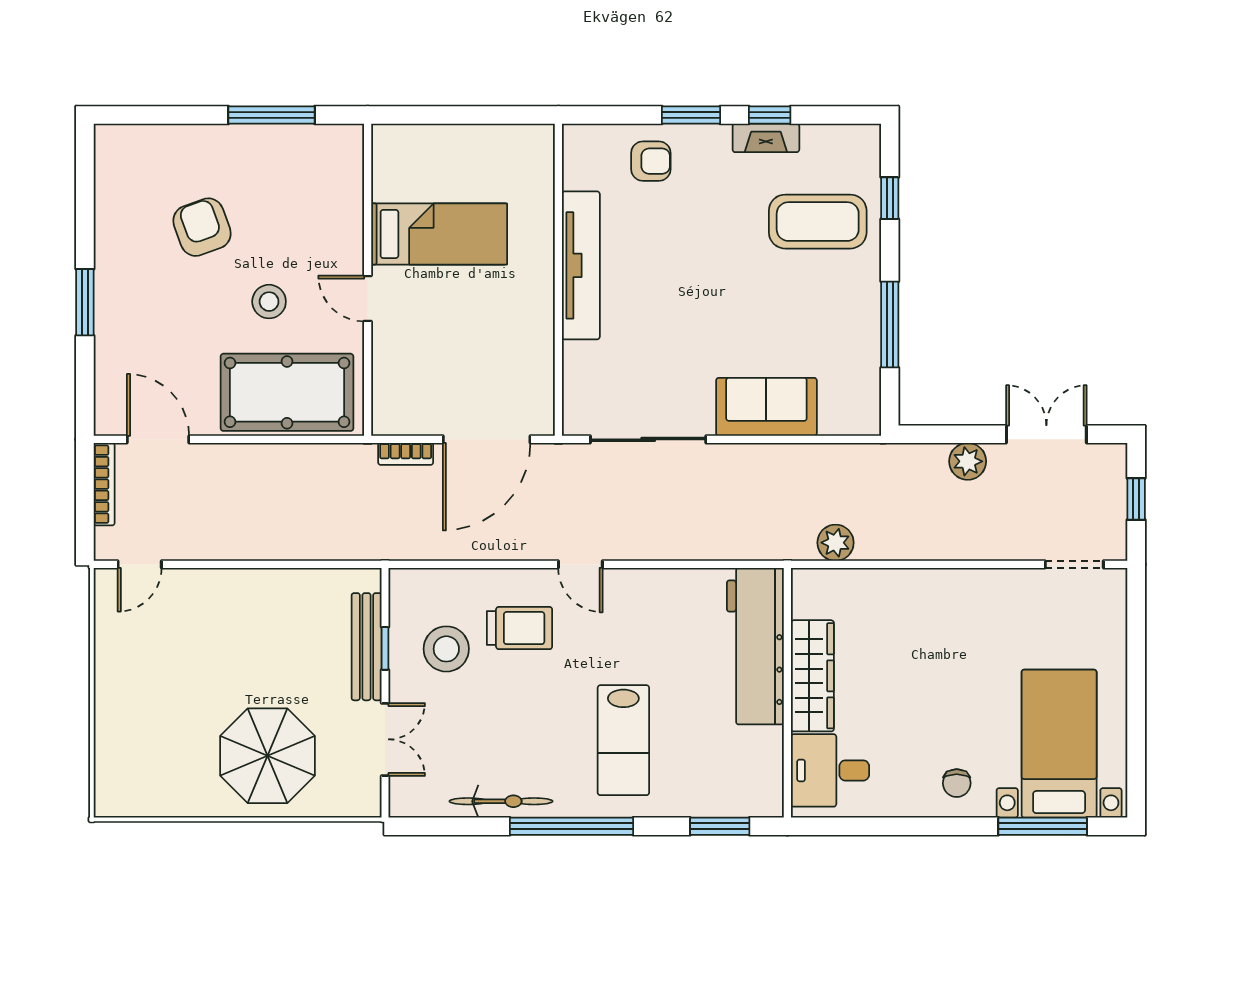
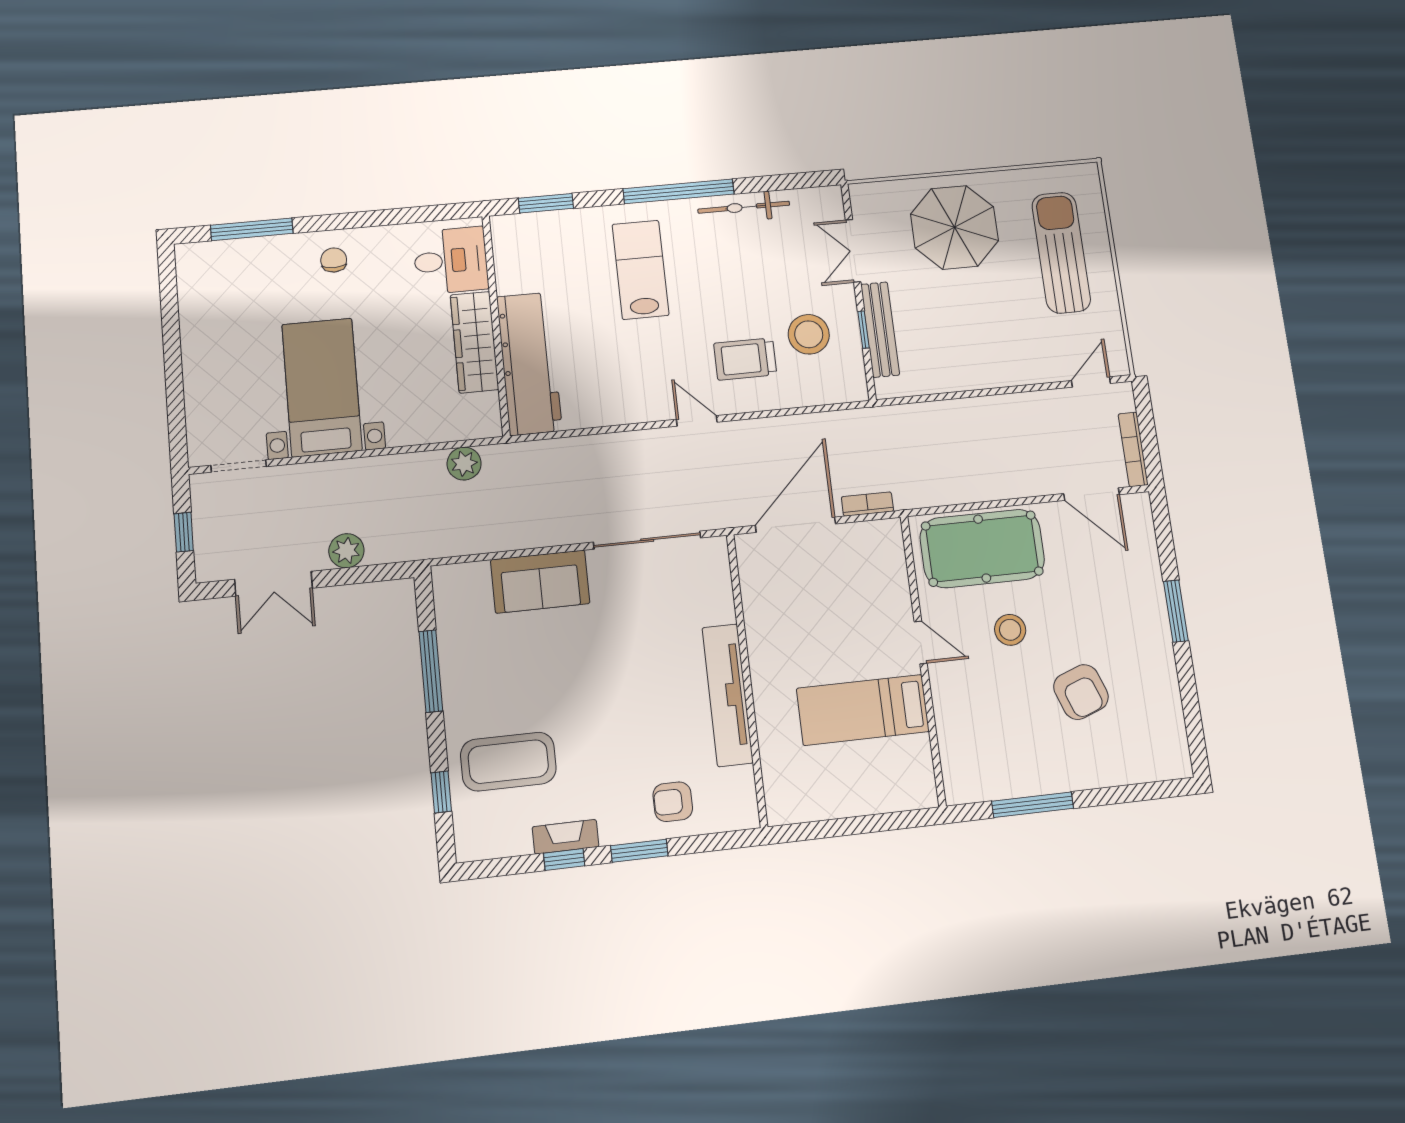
sun lounger: (151, 715) -> (1061, 253), added
bed with nightstands: (1059, 744) -> (322, 387), moved, turned 180

